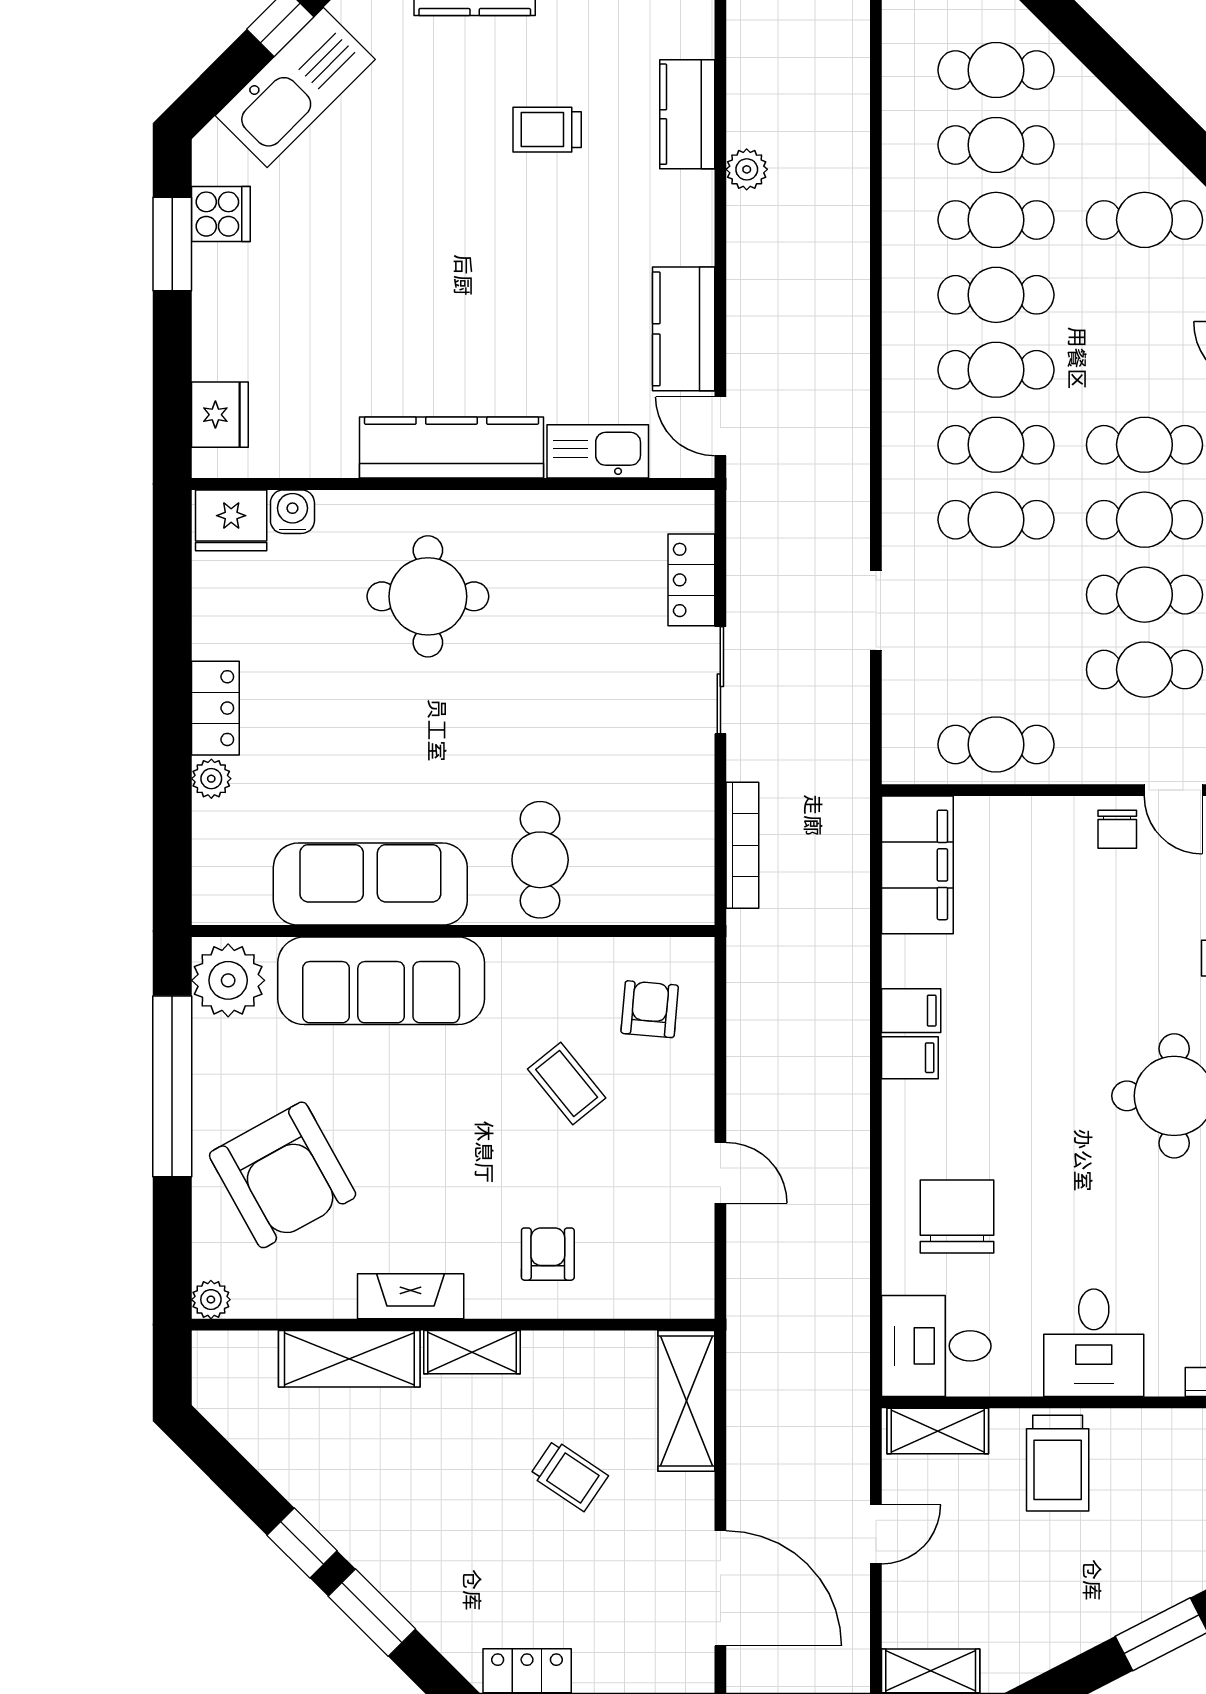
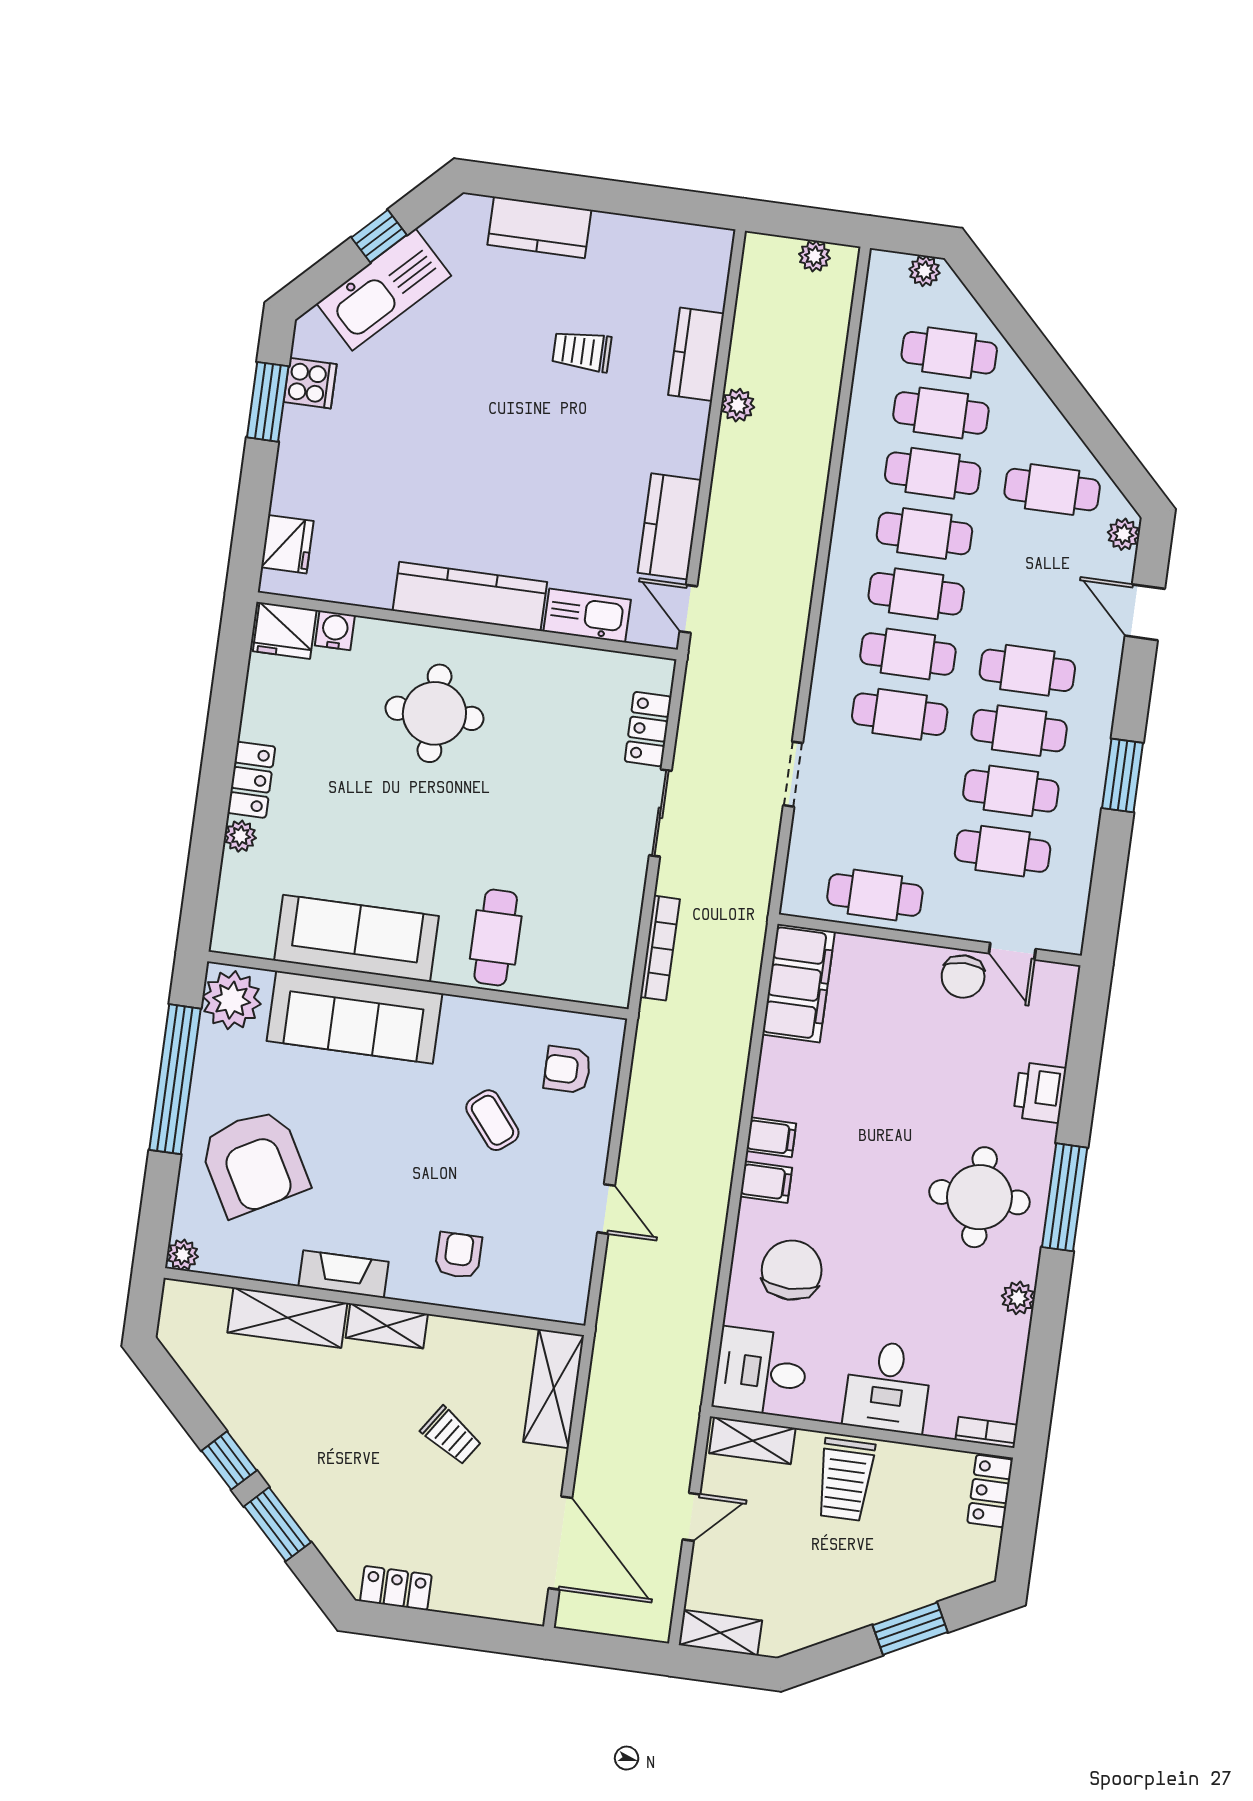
chair: (1117, 829) -> (963, 977), width x1.37, depth x1.37
armchair: (650, 1009) -> (567, 1070), turned -95
filing cabinet: (911, 1011) -> (766, 1182), moved

